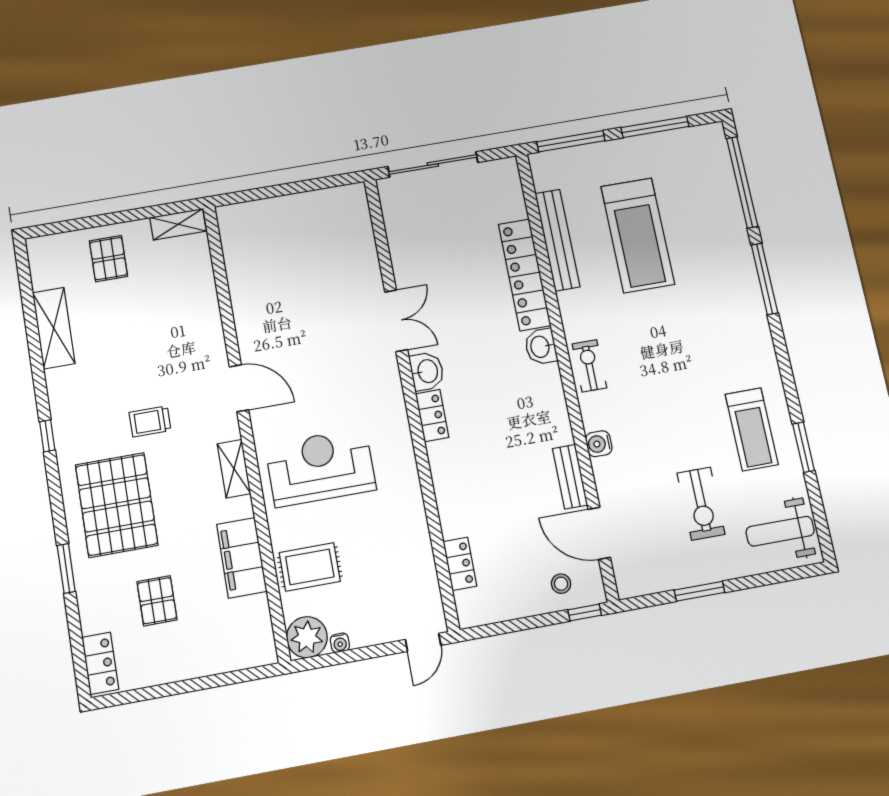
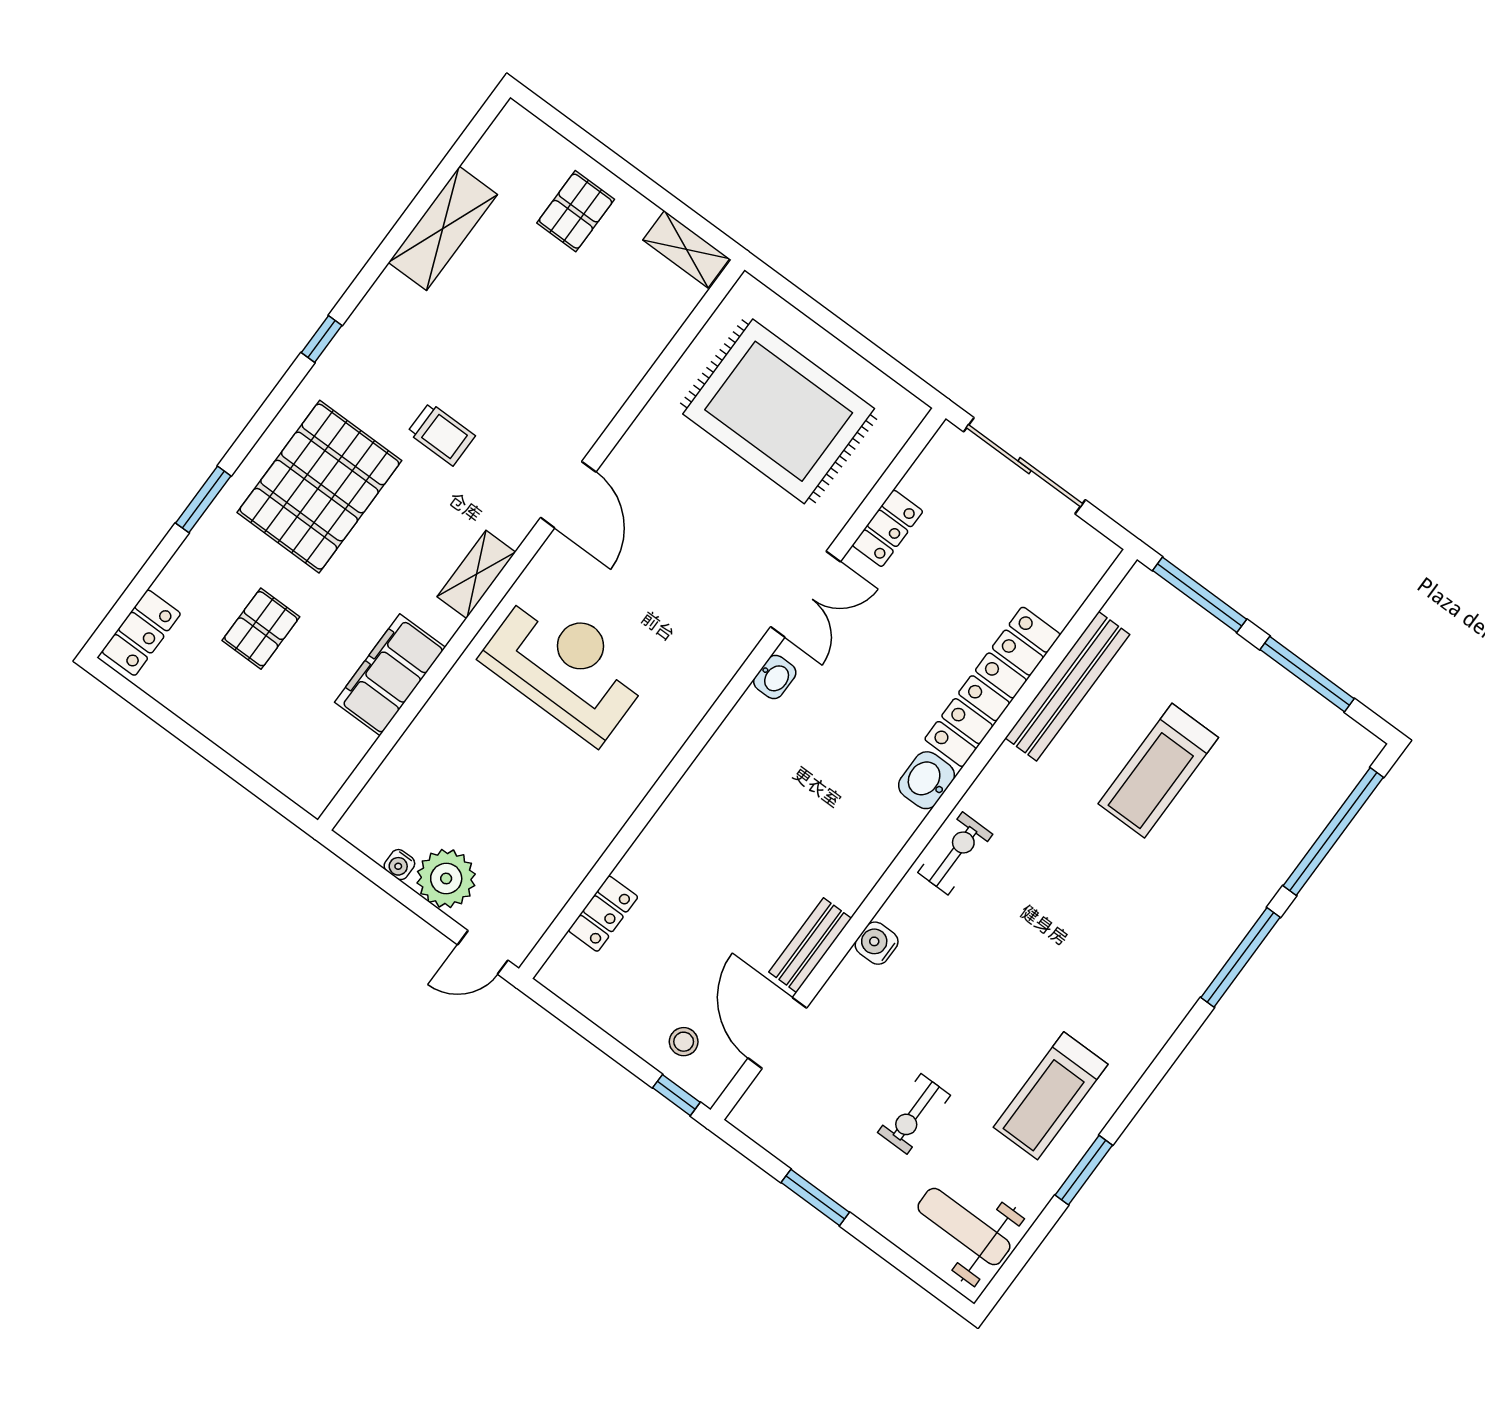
treadmill: (638, 235) -> (1158, 771), width x0.73, depth x0.73
washbasin: (427, 371) -> (775, 677), width x0.72, depth x0.69
locker: (432, 416) -> (888, 528), moved
trolley: (150, 421) -> (441, 434), turned 180
exercise bike: (701, 504) -> (914, 1114), width x0.73, depth x0.72
rug: (310, 567) -> (779, 411), moved, width x1.86, depth x2.06
plant: (307, 637) -> (446, 878), moved

